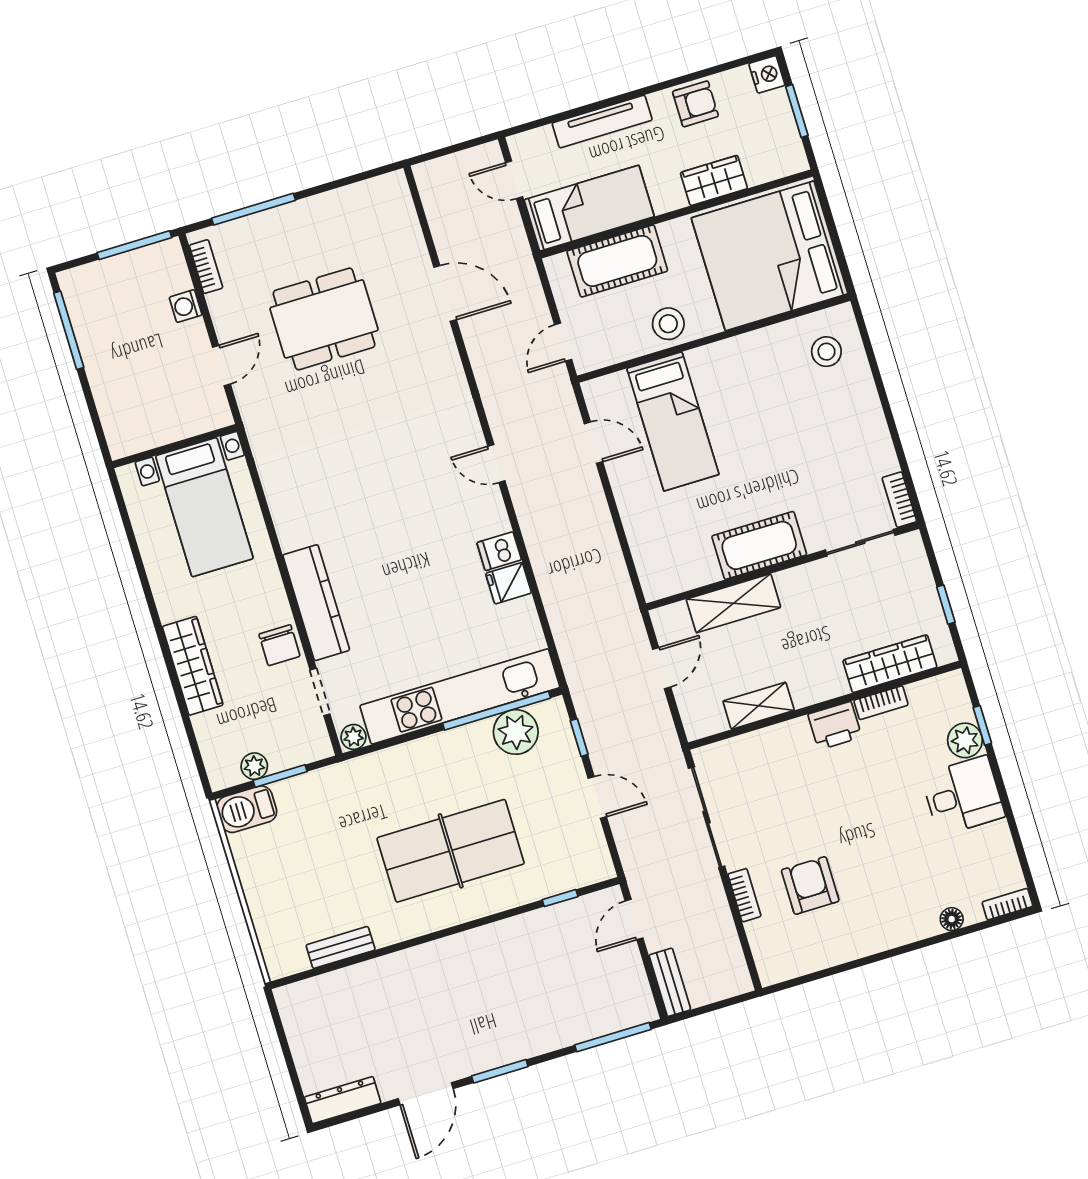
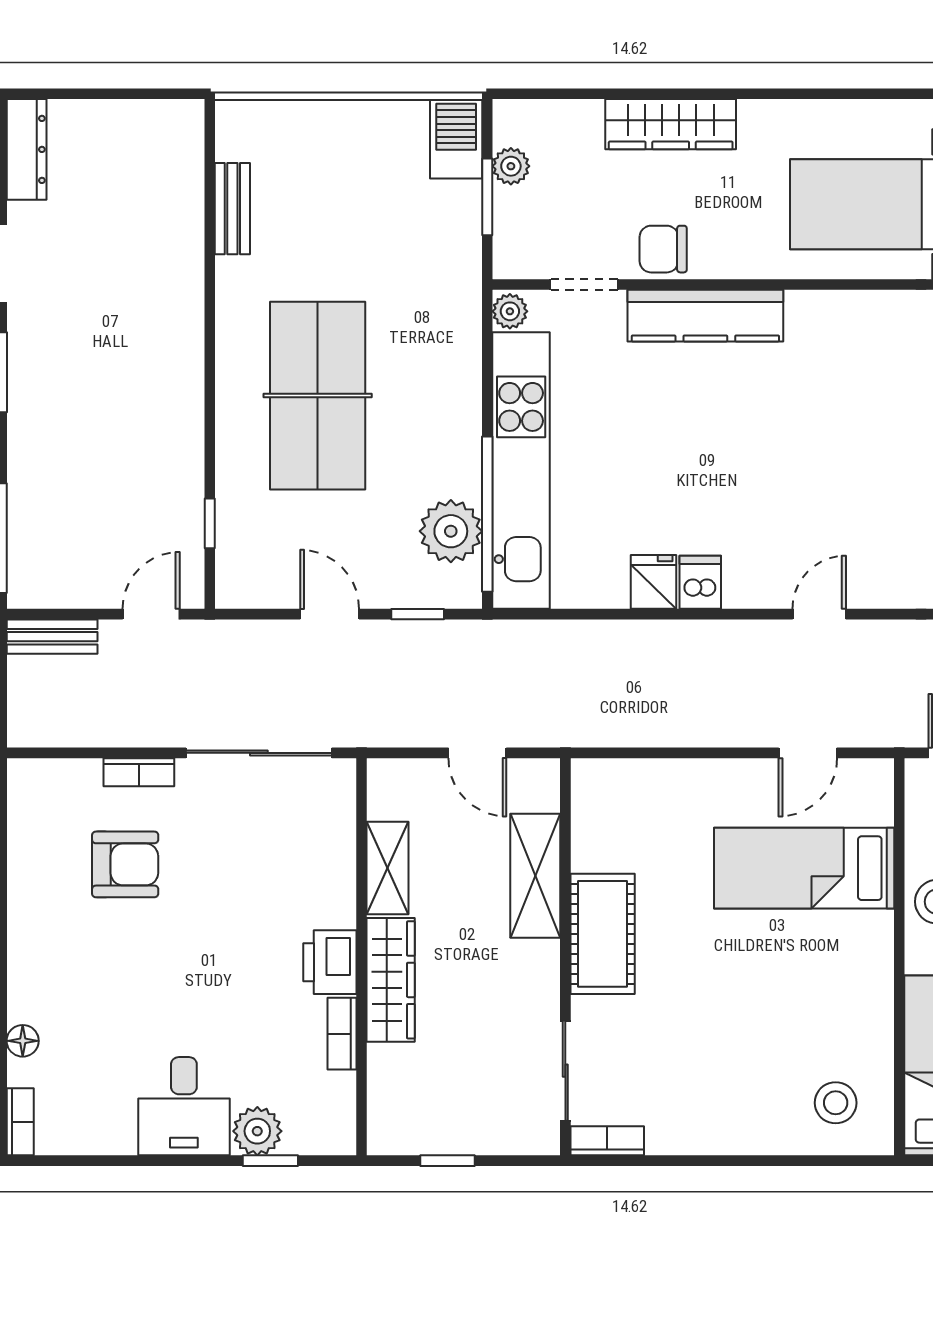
wardrobe: (890, 664) -> (391, 980), moved
door: (597, 798) -> (330, 614), swing flipped
door: (634, 919) -> (151, 614), hinge flipped

